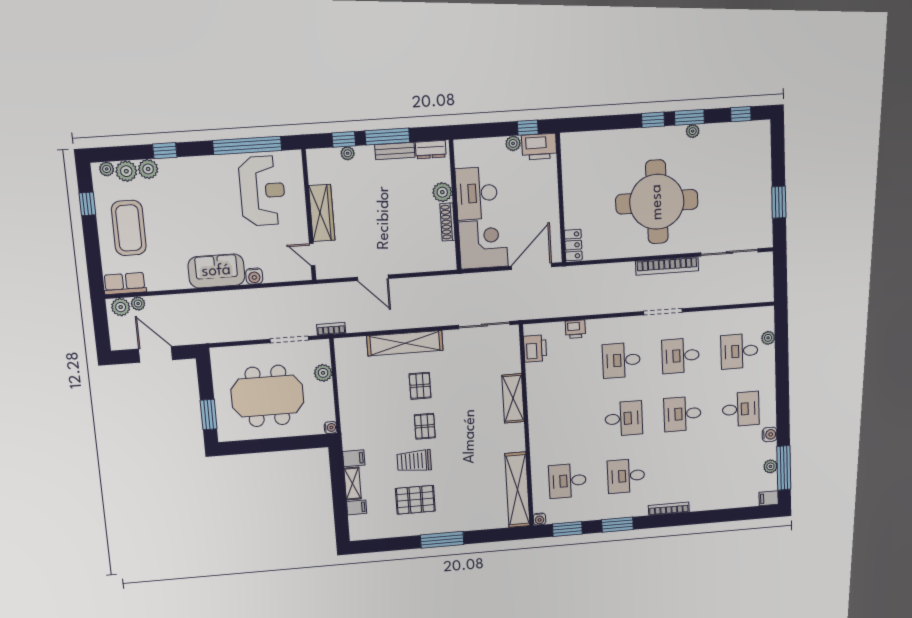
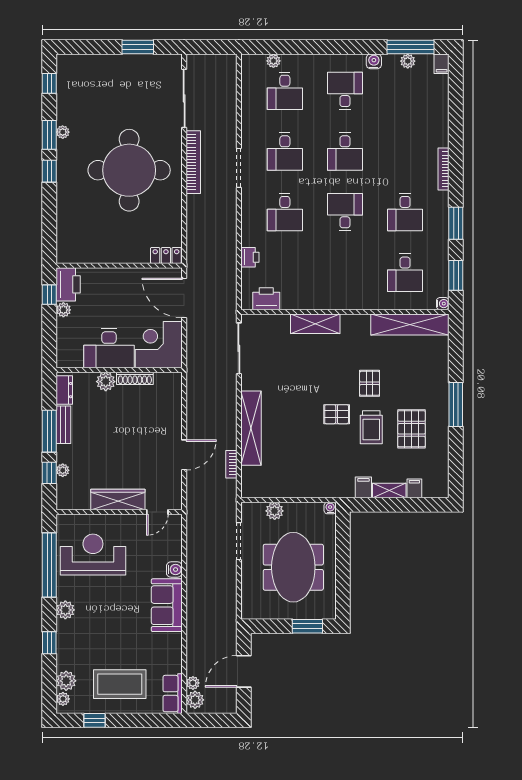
plant: (148, 169) -> (65, 610), moved
bookcase: (331, 329) -> (231, 464), moved
pallet: (420, 386) -> (370, 383), moved, turned 90

